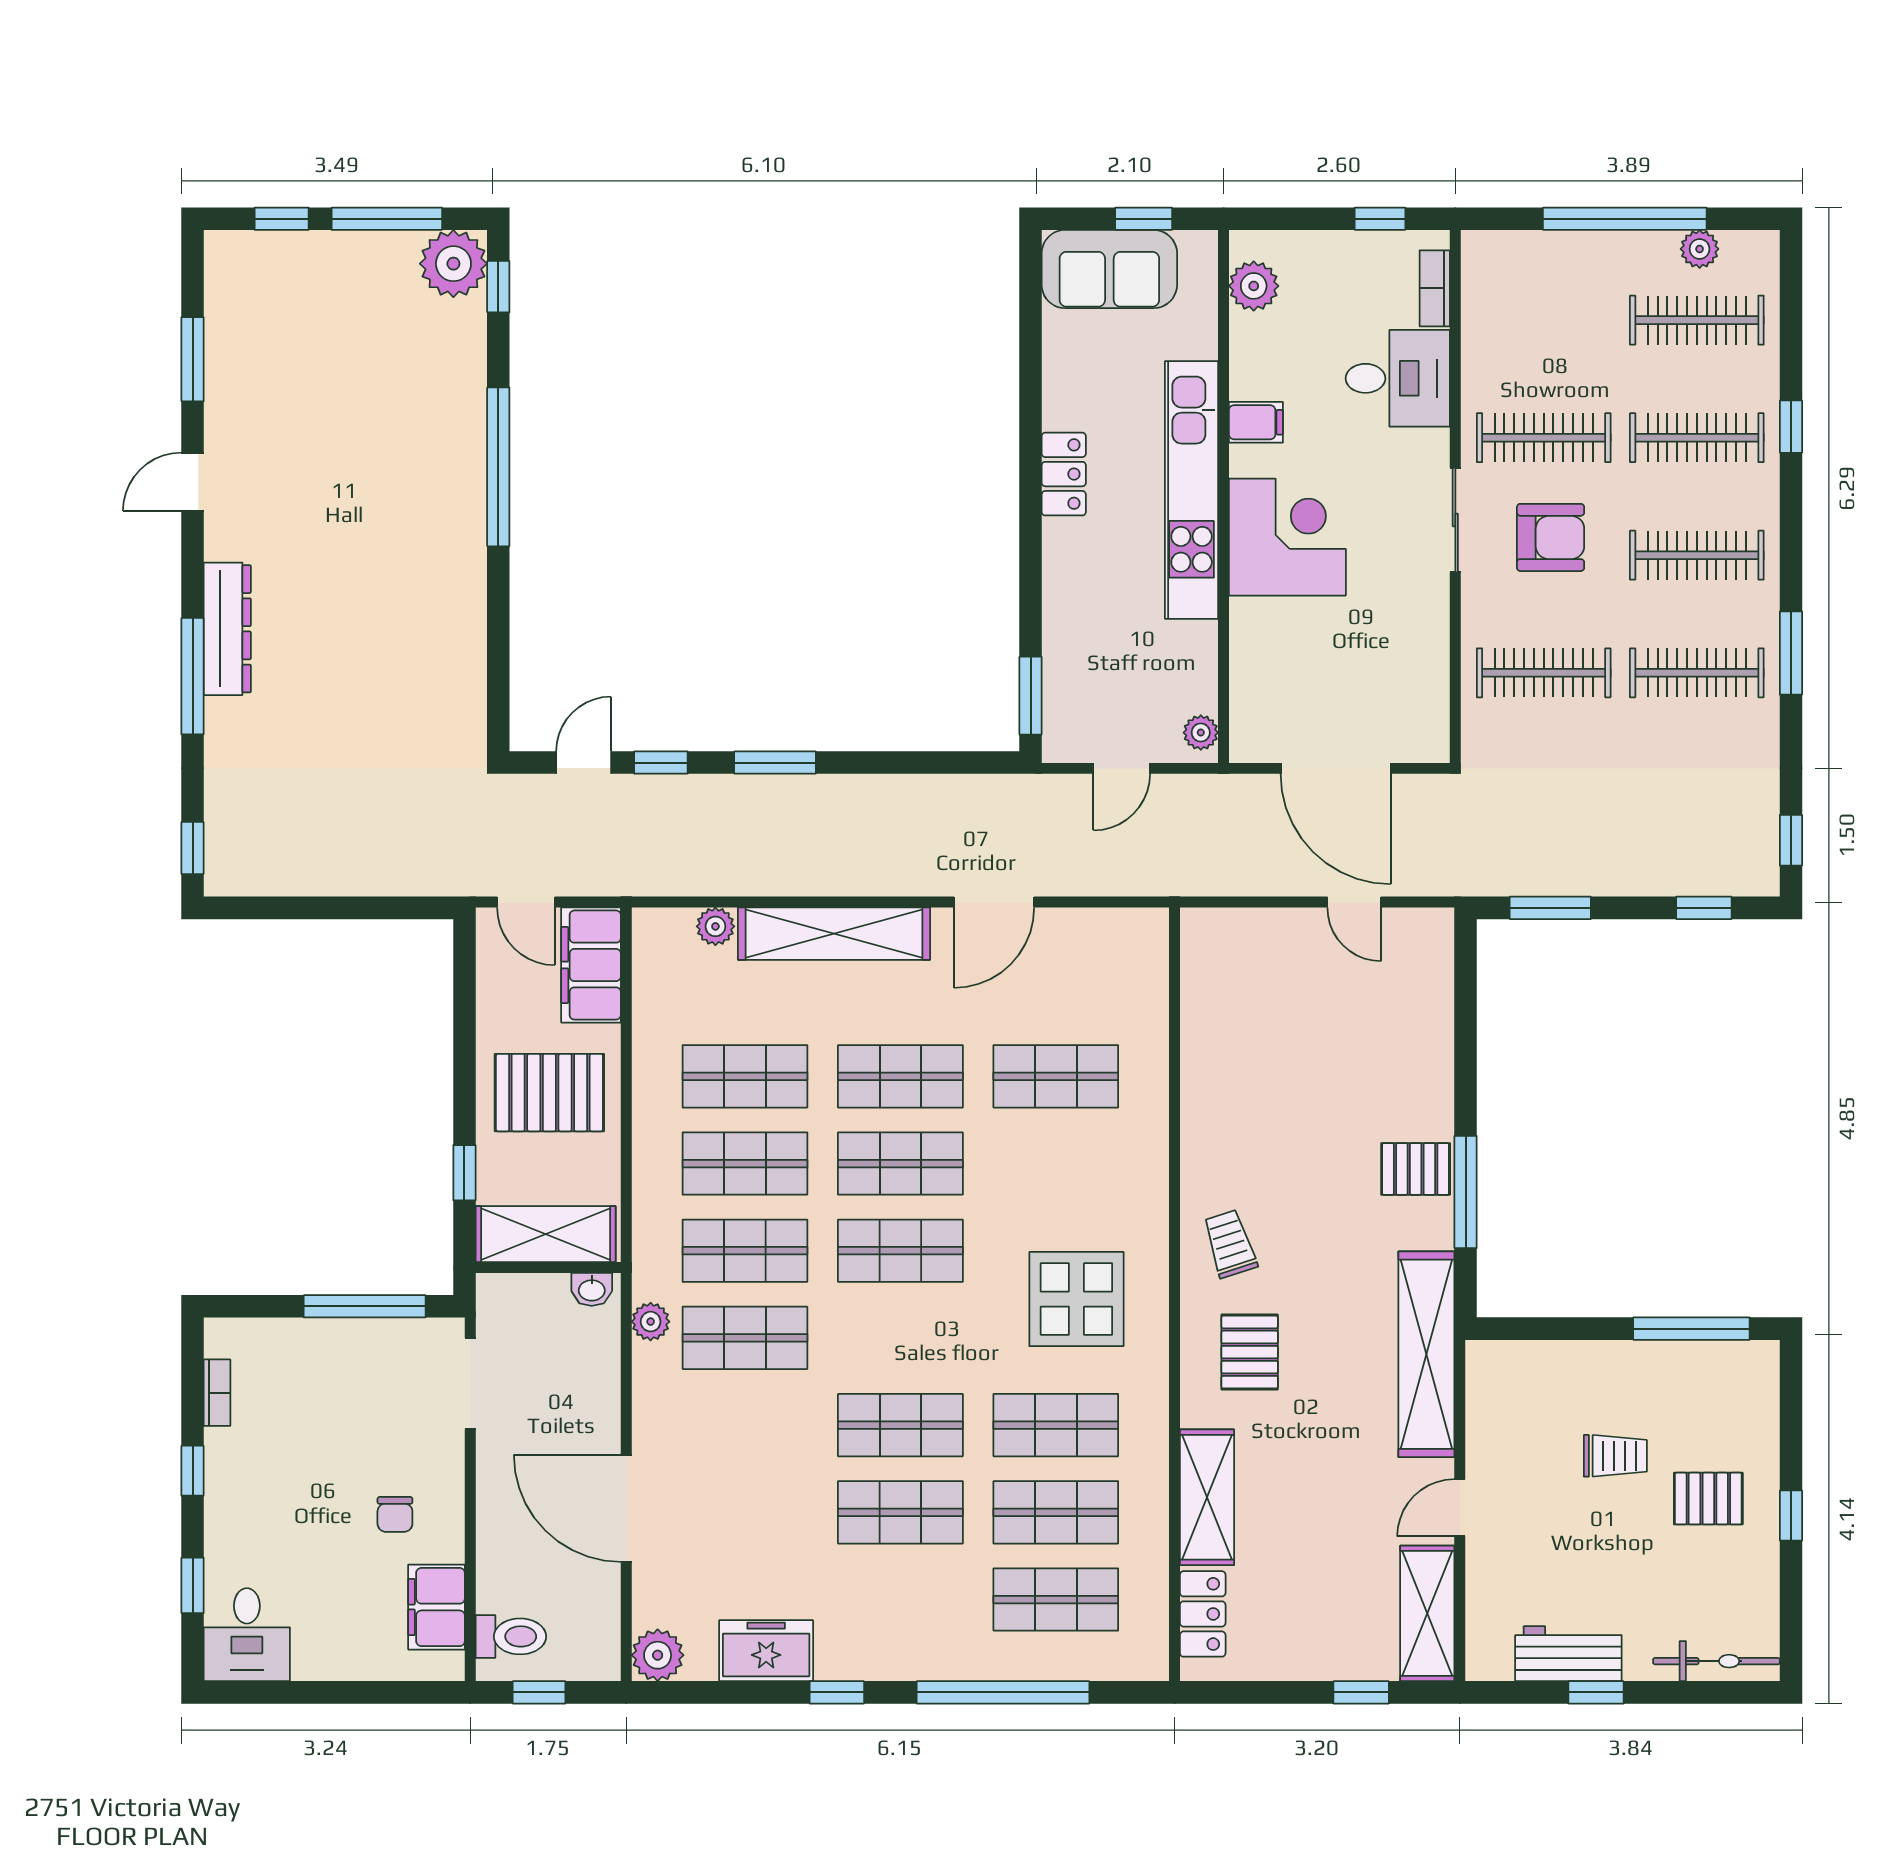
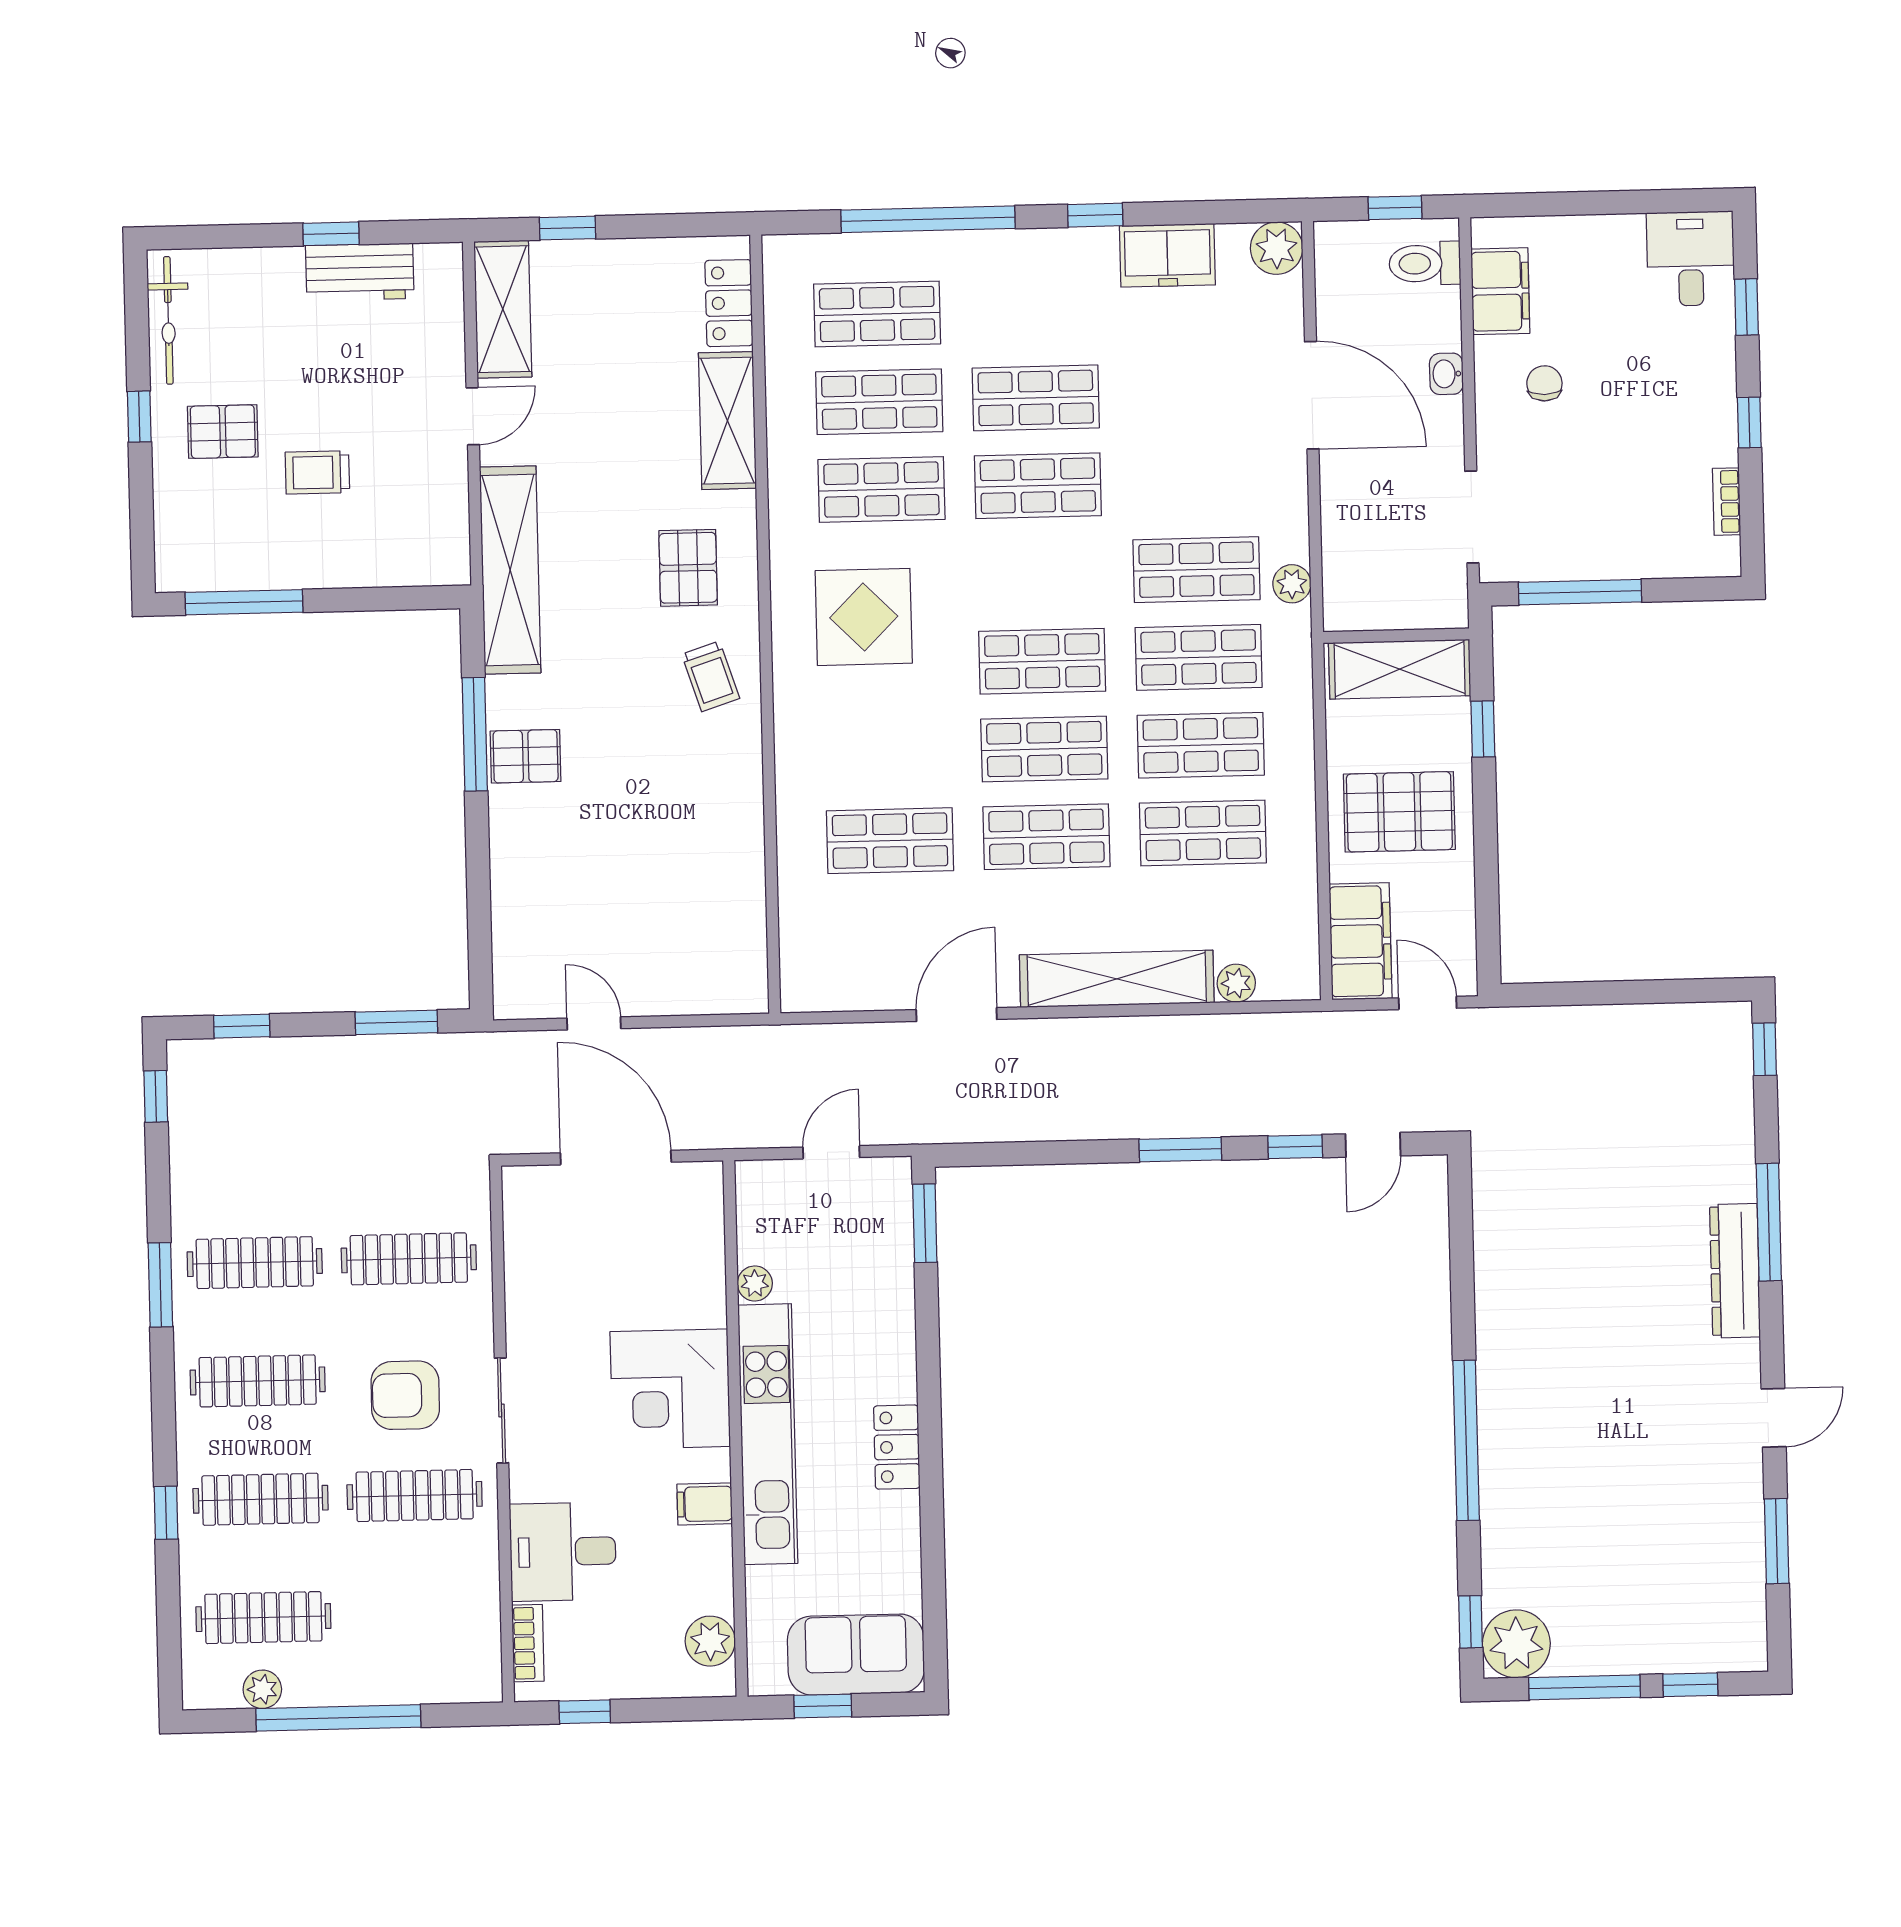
plant: (1201, 733) -> (755, 1284), moved
washbasin: (592, 1289) -> (1446, 374), moved, turned -90
bicycle: (1716, 1661) -> (168, 320), moved, turned -90

